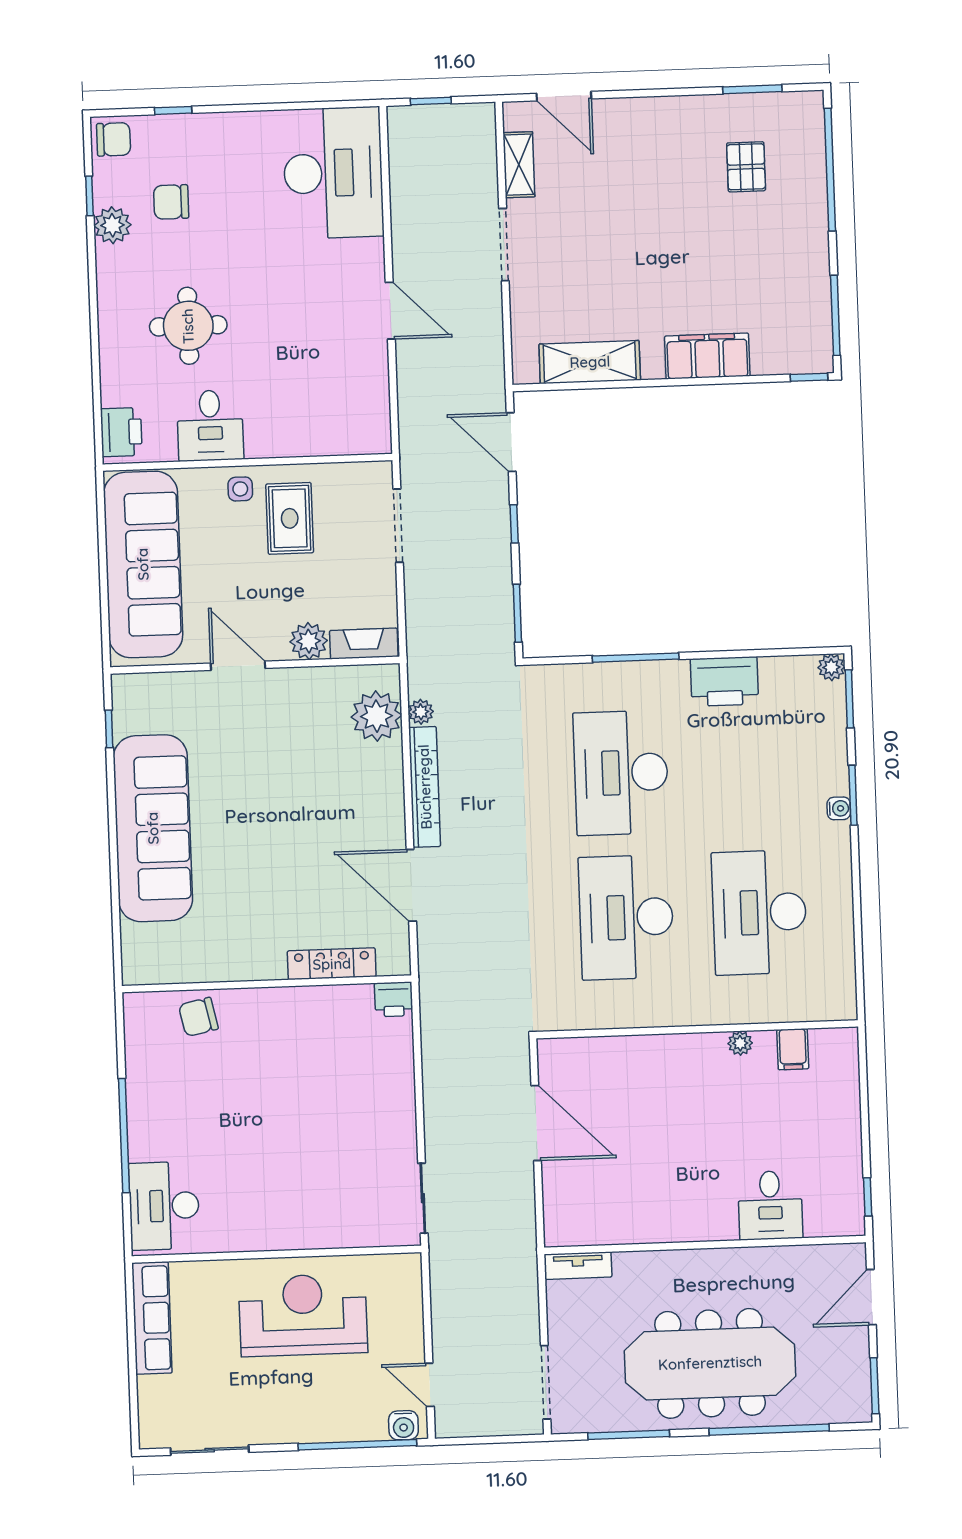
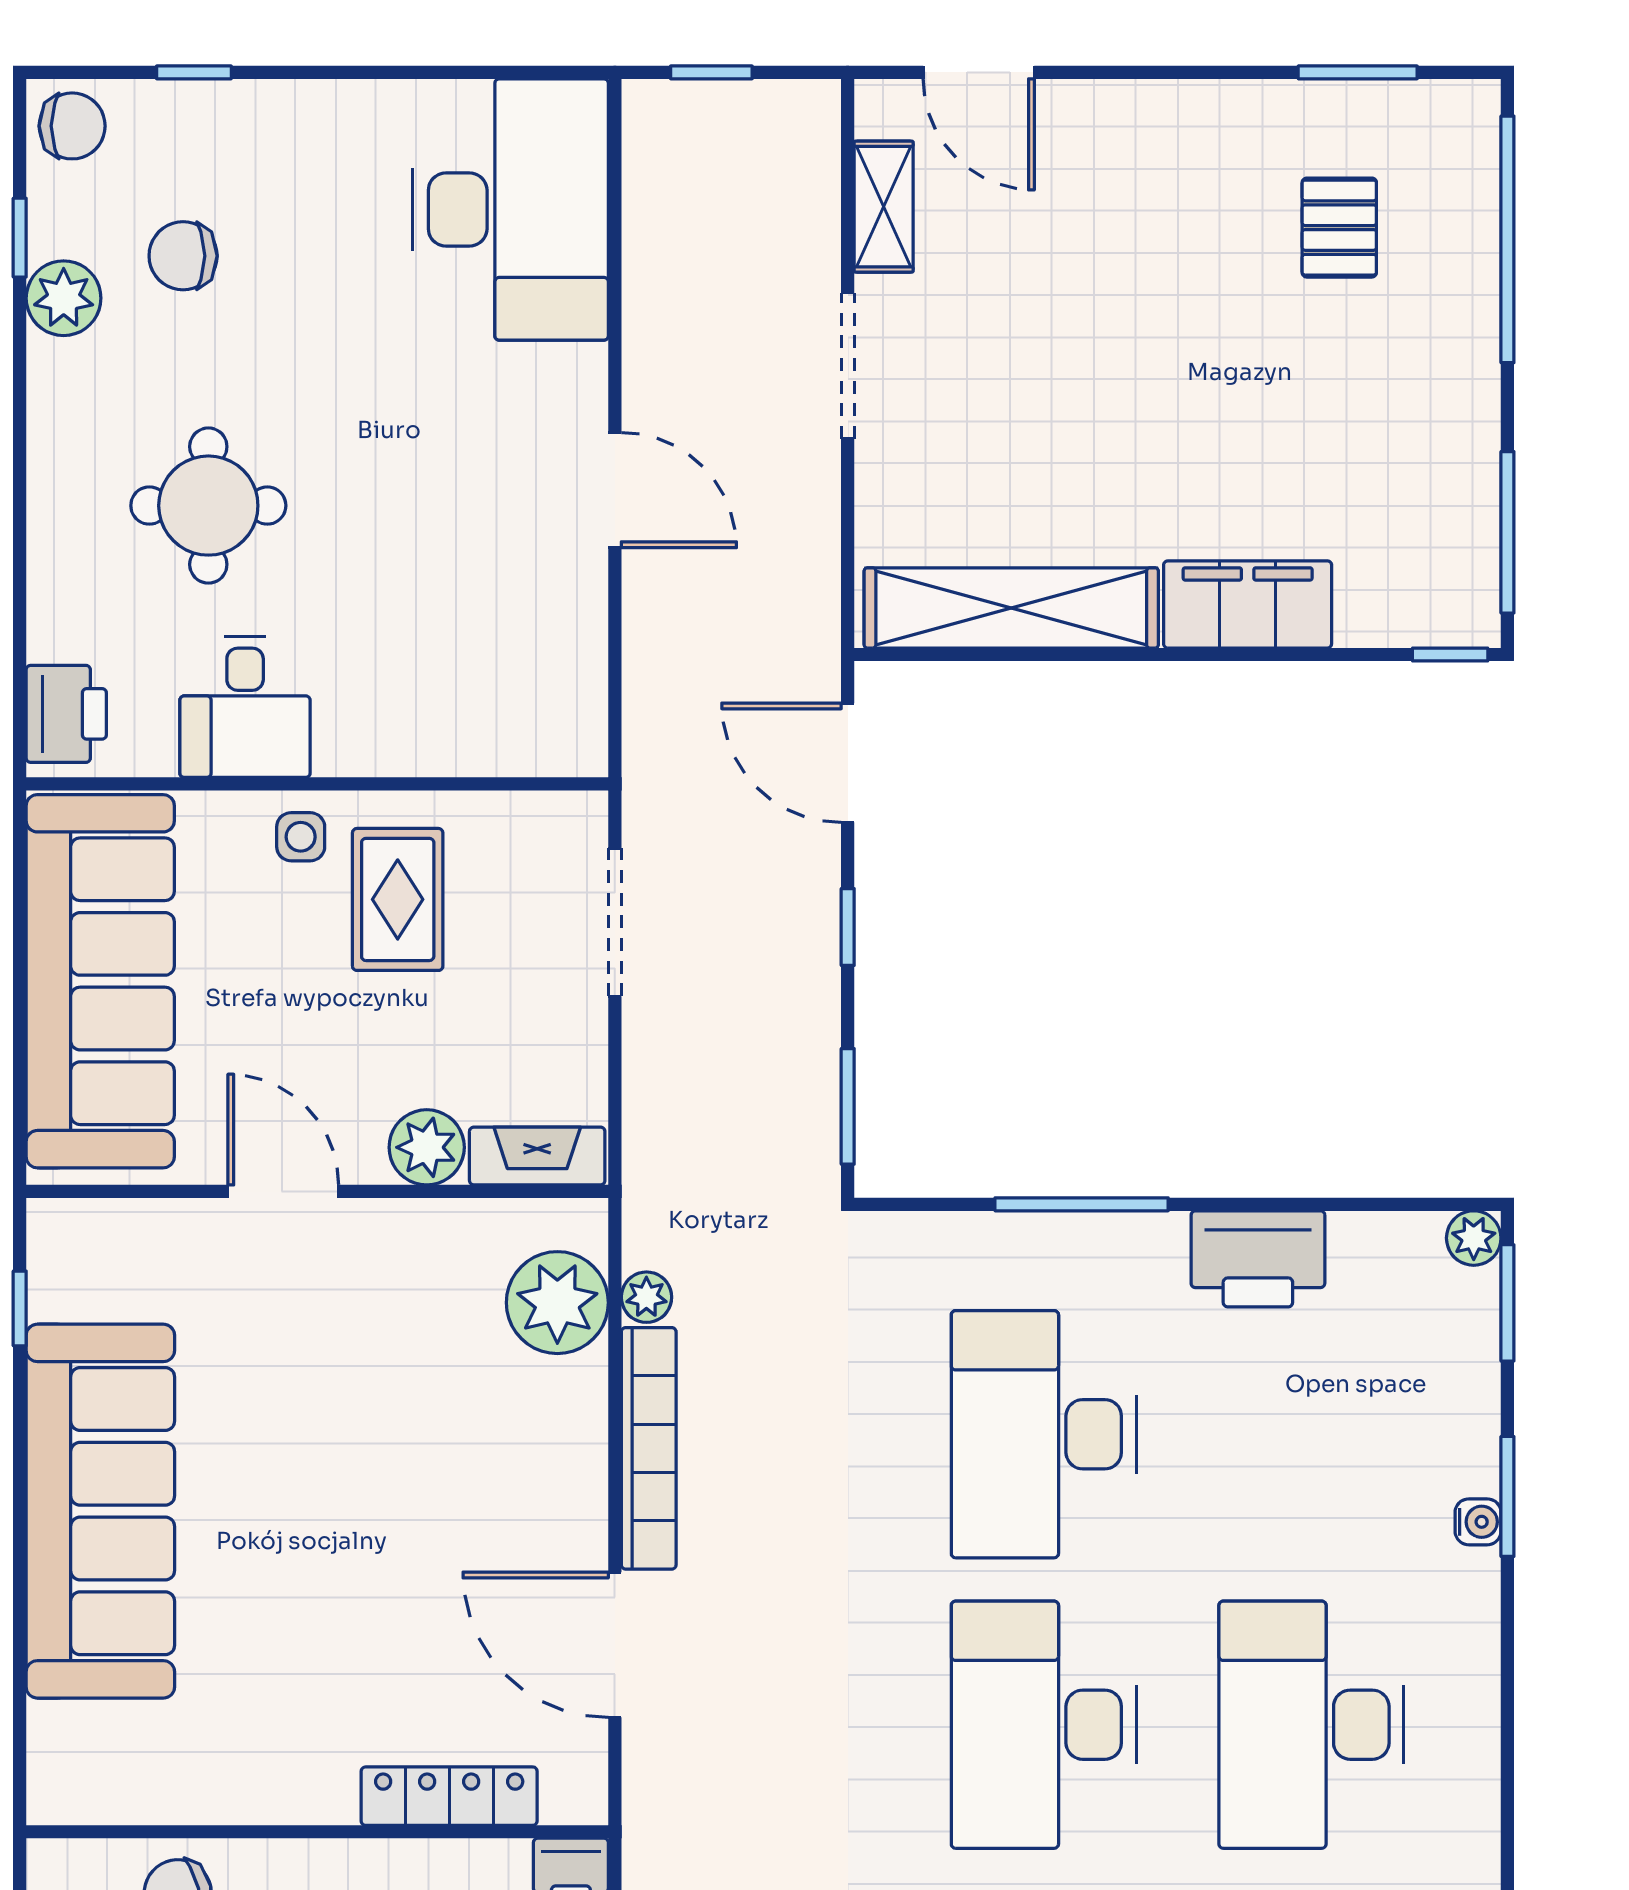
shelving: (590, 362) -> (1011, 608), width x1.47

